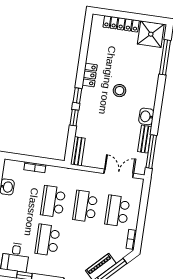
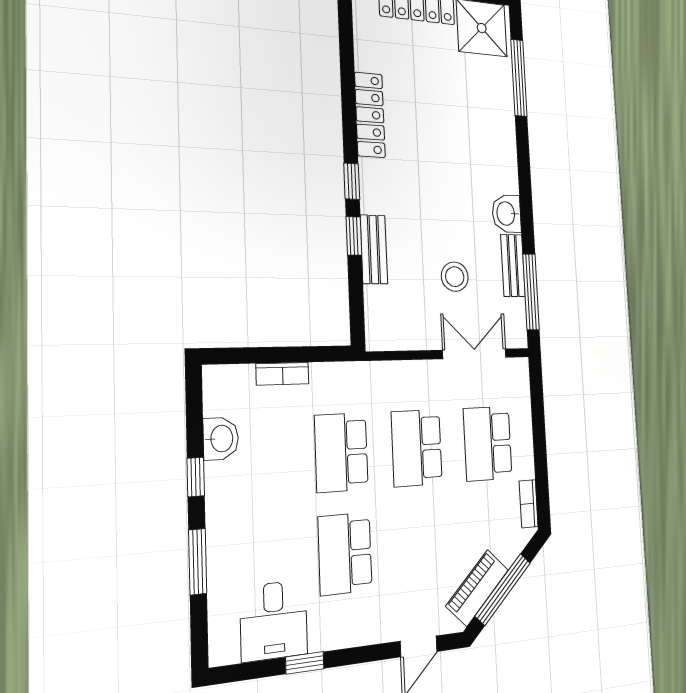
locker: (90, 75) -> (370, 115), width x1.53
stool: (120, 91) -> (455, 277), moved
bench: (78, 151) -> (374, 249), moved

